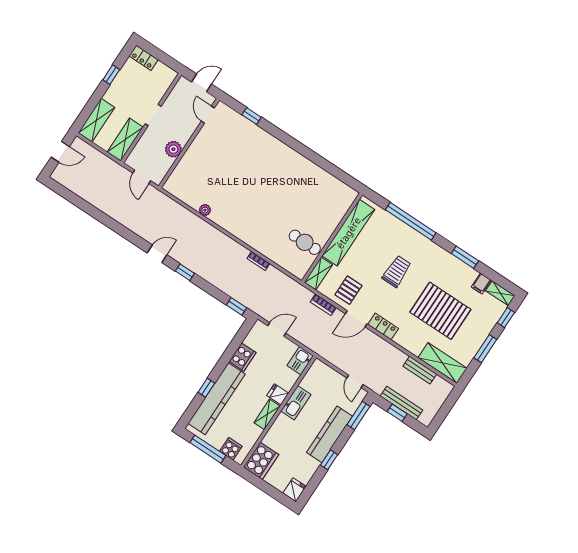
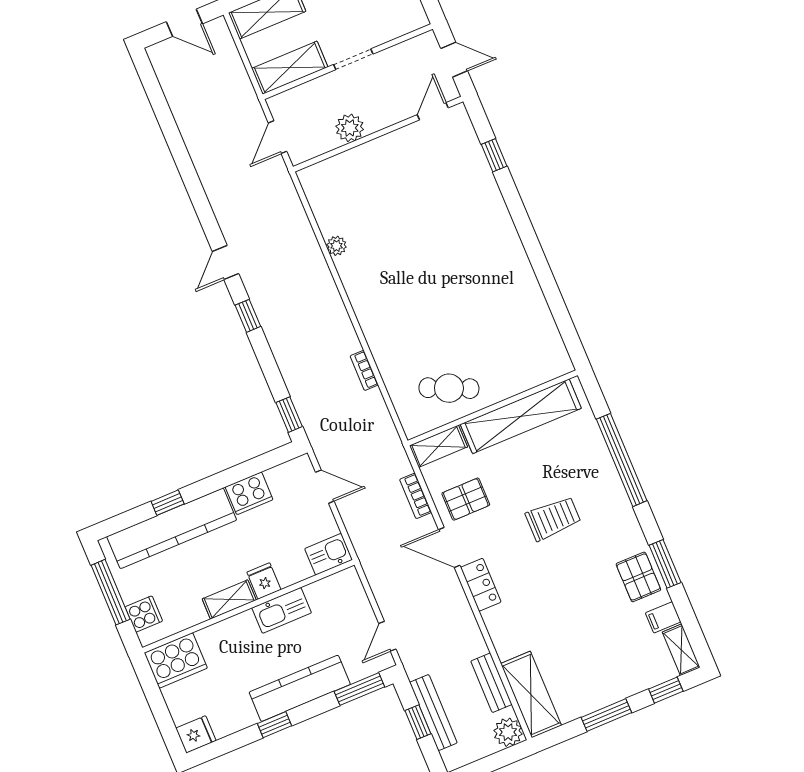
cafe table: (305, 242) -> (449, 388), turned -66
door: (157, 254) -> (226, 263), swing flipped
pallet: (440, 311) -> (638, 577), moved, width x0.49, depth x0.50
plant: (444, 388) -> (508, 732), added

